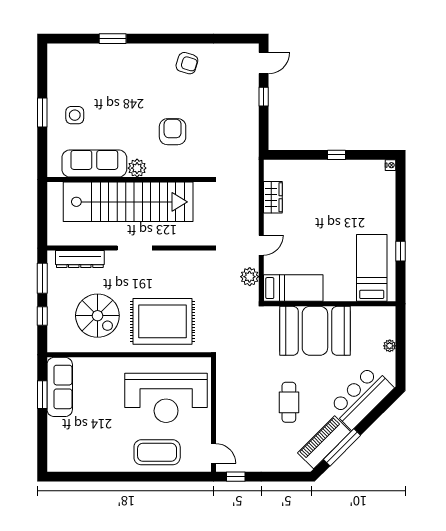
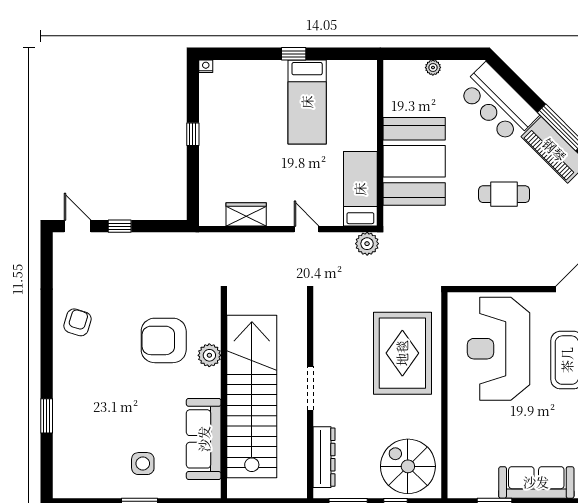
armchair: (173, 132) -> (164, 340), width x1.36, depth x1.36
plant: (137, 168) -> (209, 355), moved
window: (401, 251) -> (294, 54), moved
bed: (372, 268) -> (307, 102), moved, turned -90
plant: (250, 277) -> (367, 244), moved
spiral stairs: (97, 316) -> (408, 466), moved, turned -90
sofa: (60, 387) -> (536, 482), moved
reception desk: (166, 398) -> (499, 349), turned 180

